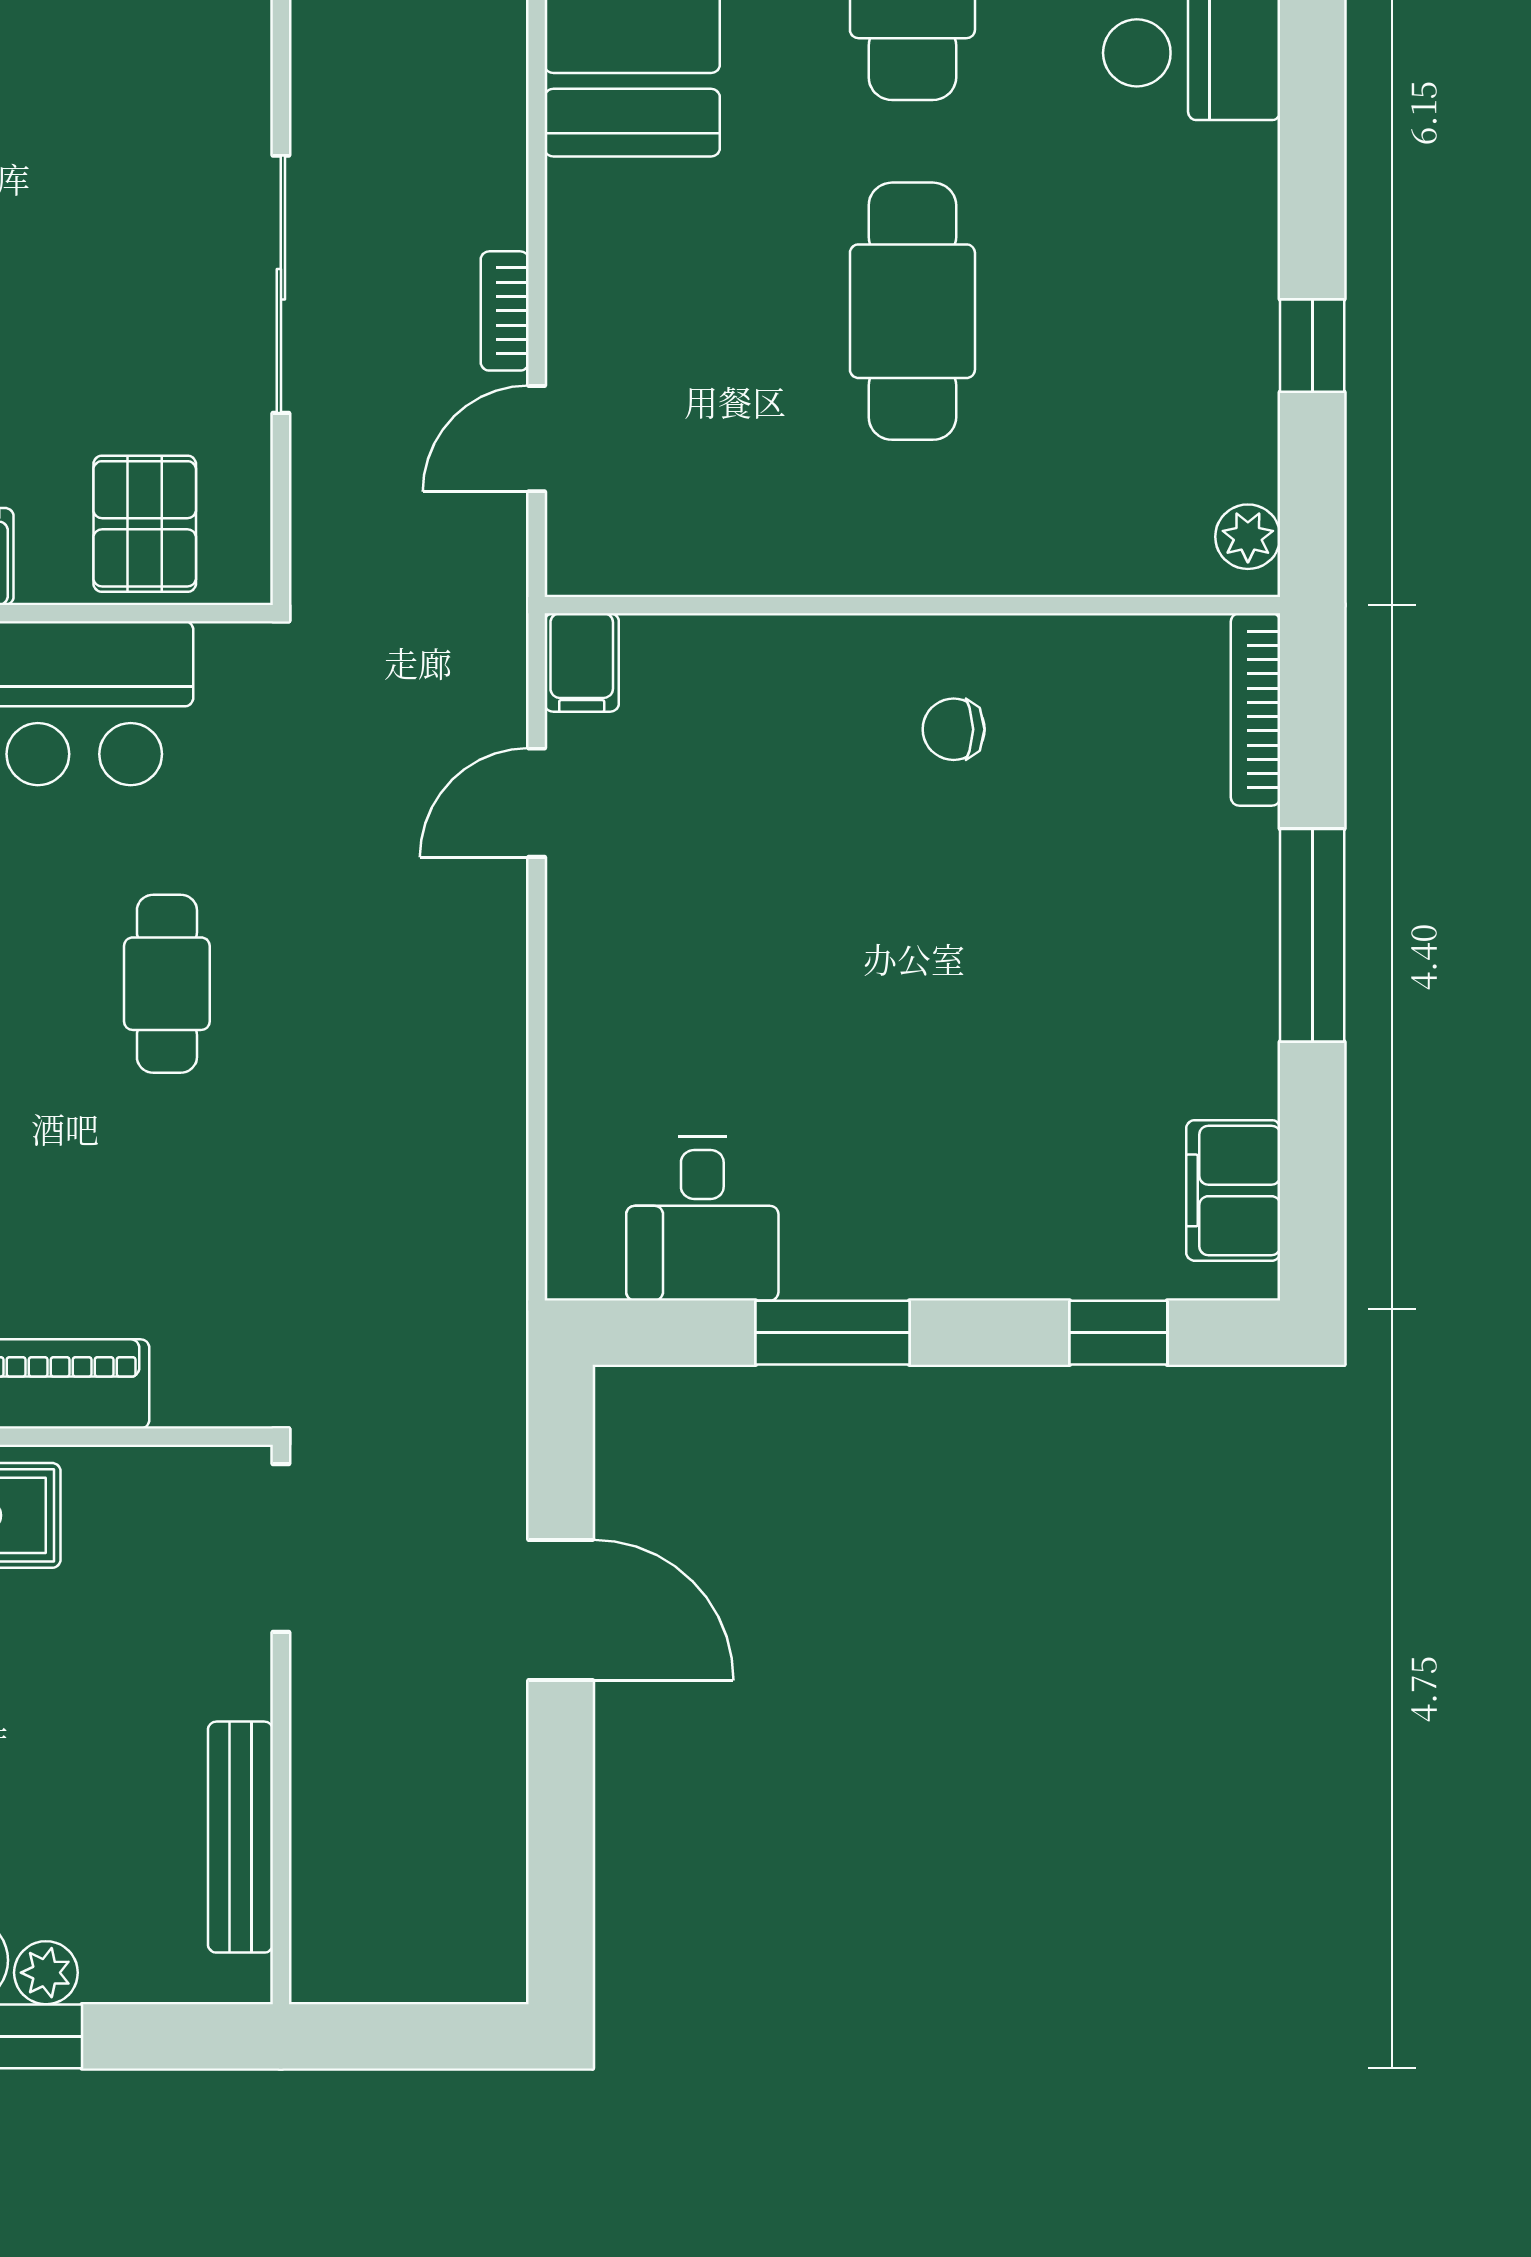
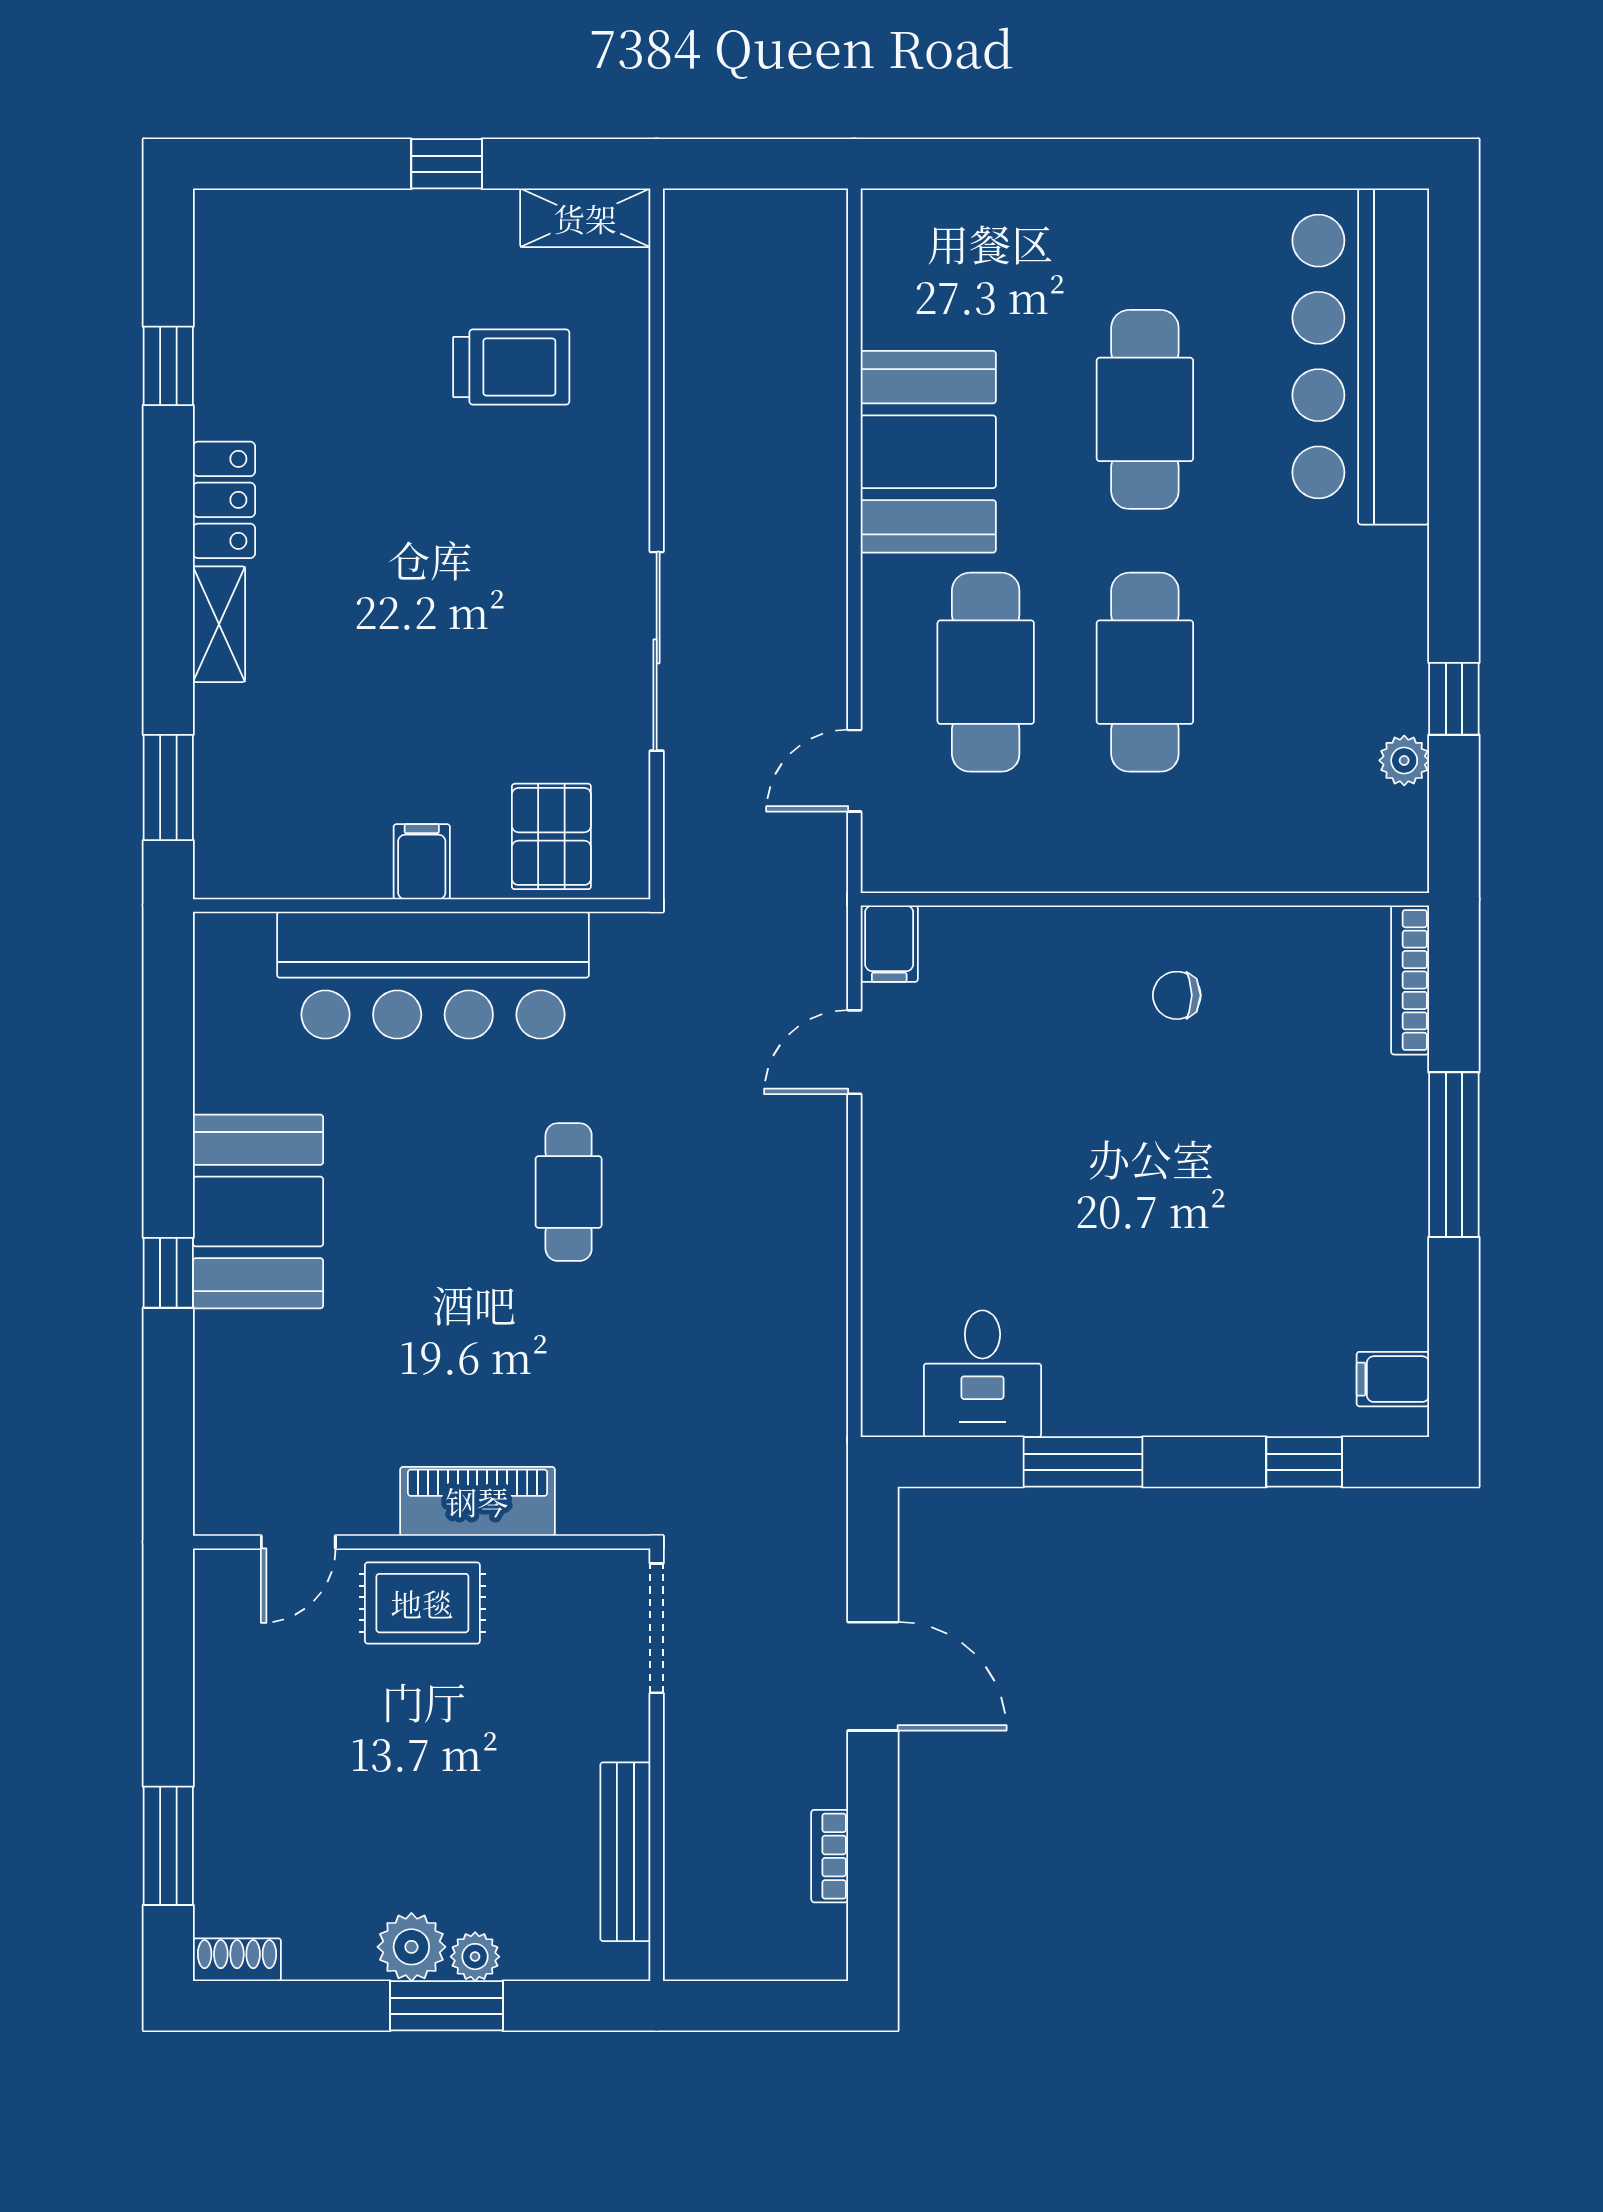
bookcase: (505, 311) -> (830, 1856), moved
cafe table: (707, 311) -> (986, 672), added
plant: (1248, 537) -> (1404, 760), moved
filing cabinet: (1233, 1190) -> (1393, 1379), width x0.50

